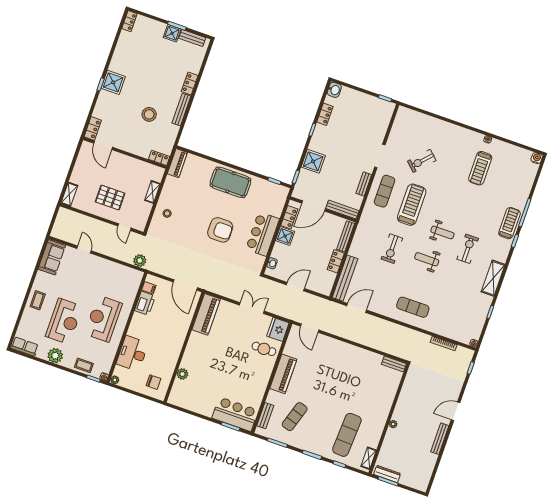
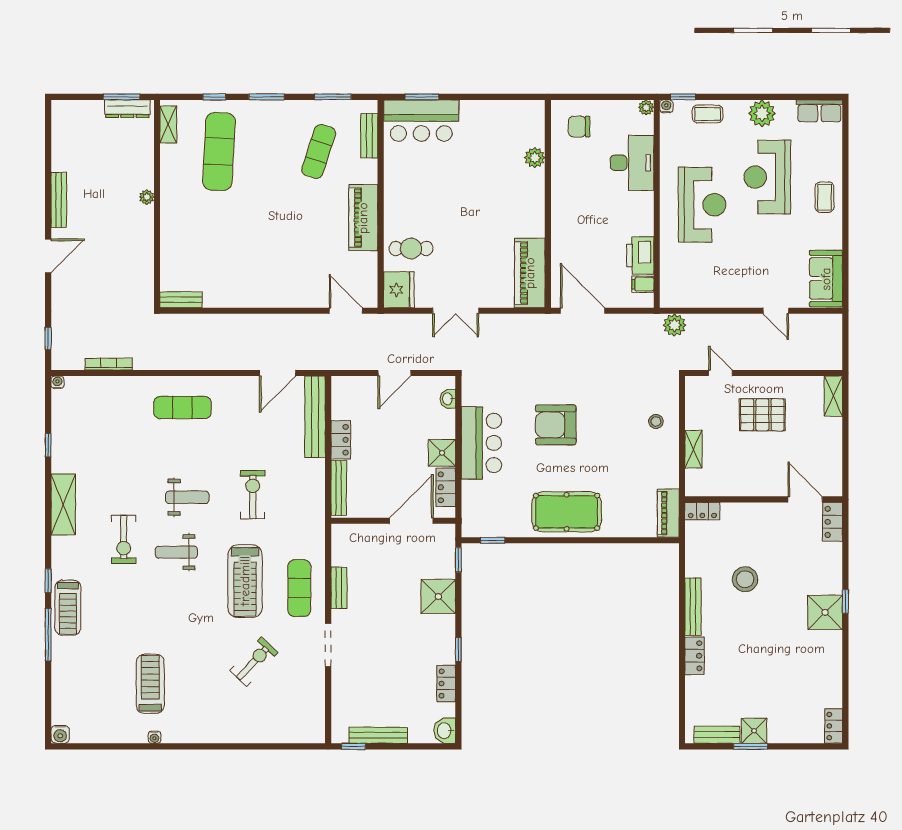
bench: (342, 210) -> (378, 735), moved

